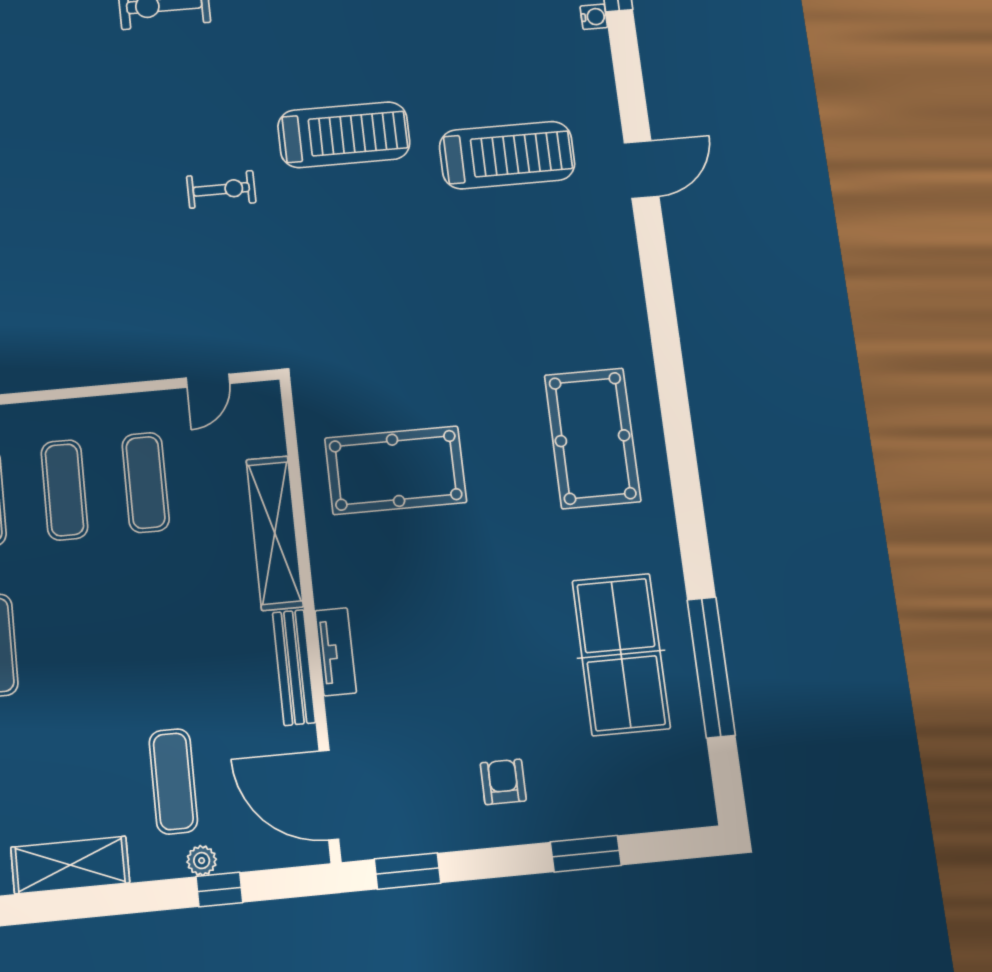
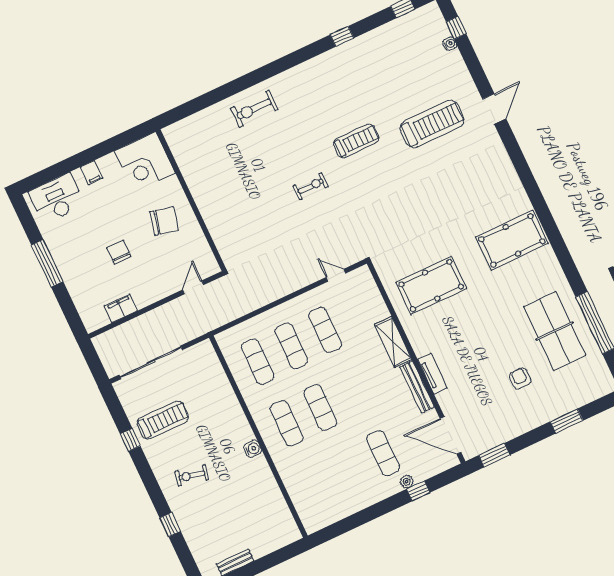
treadmill: (344, 135) -> (356, 141), width x0.73, depth x0.73
door: (208, 381) -> (336, 275), swing flipped
pool table: (592, 438) -> (512, 240), turned 90
shelving: (275, 533) -> (393, 342), width x0.68
exercise mat: (77, 638) -> (320, 407), added
armchair: (503, 782) -> (520, 378), moved
shelving: (70, 865) -> (353, 503), removed

